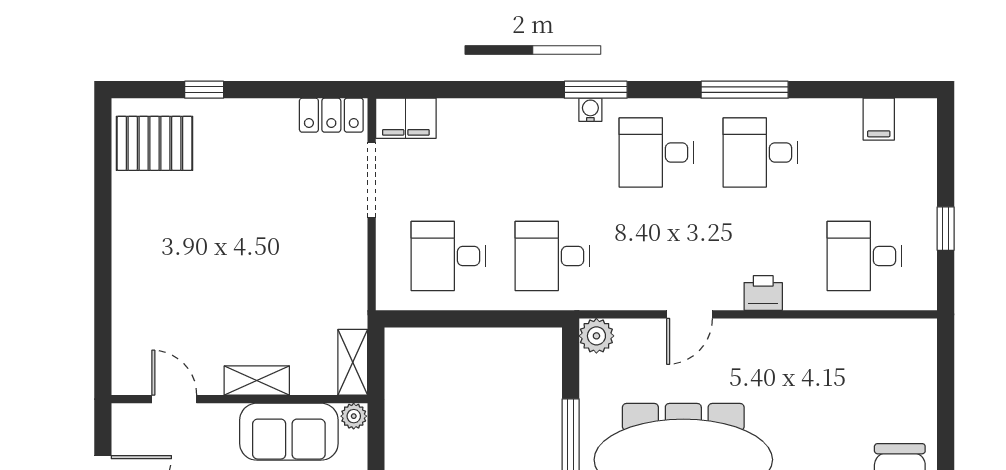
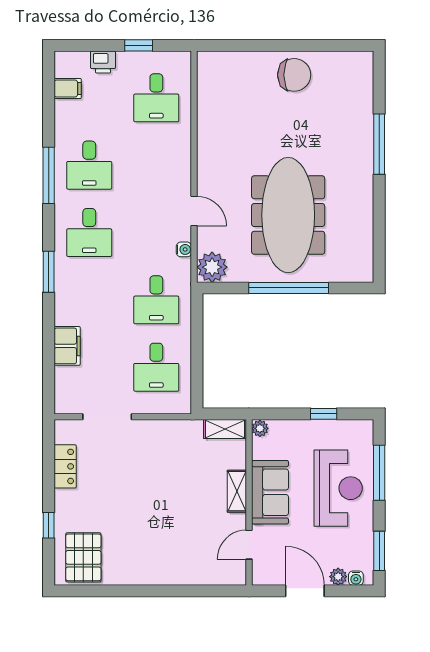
water cooler: (590, 110) -> (184, 249), moved, turned 180
locker: (331, 115) -> (65, 466), moved
filing cabinet: (406, 118) -> (67, 346), moved
printer: (763, 293) -> (103, 62), moved, turned -90
plant: (596, 336) -> (212, 267), width x1.36, depth x1.36
sofa: (289, 432) -> (270, 492), moved

